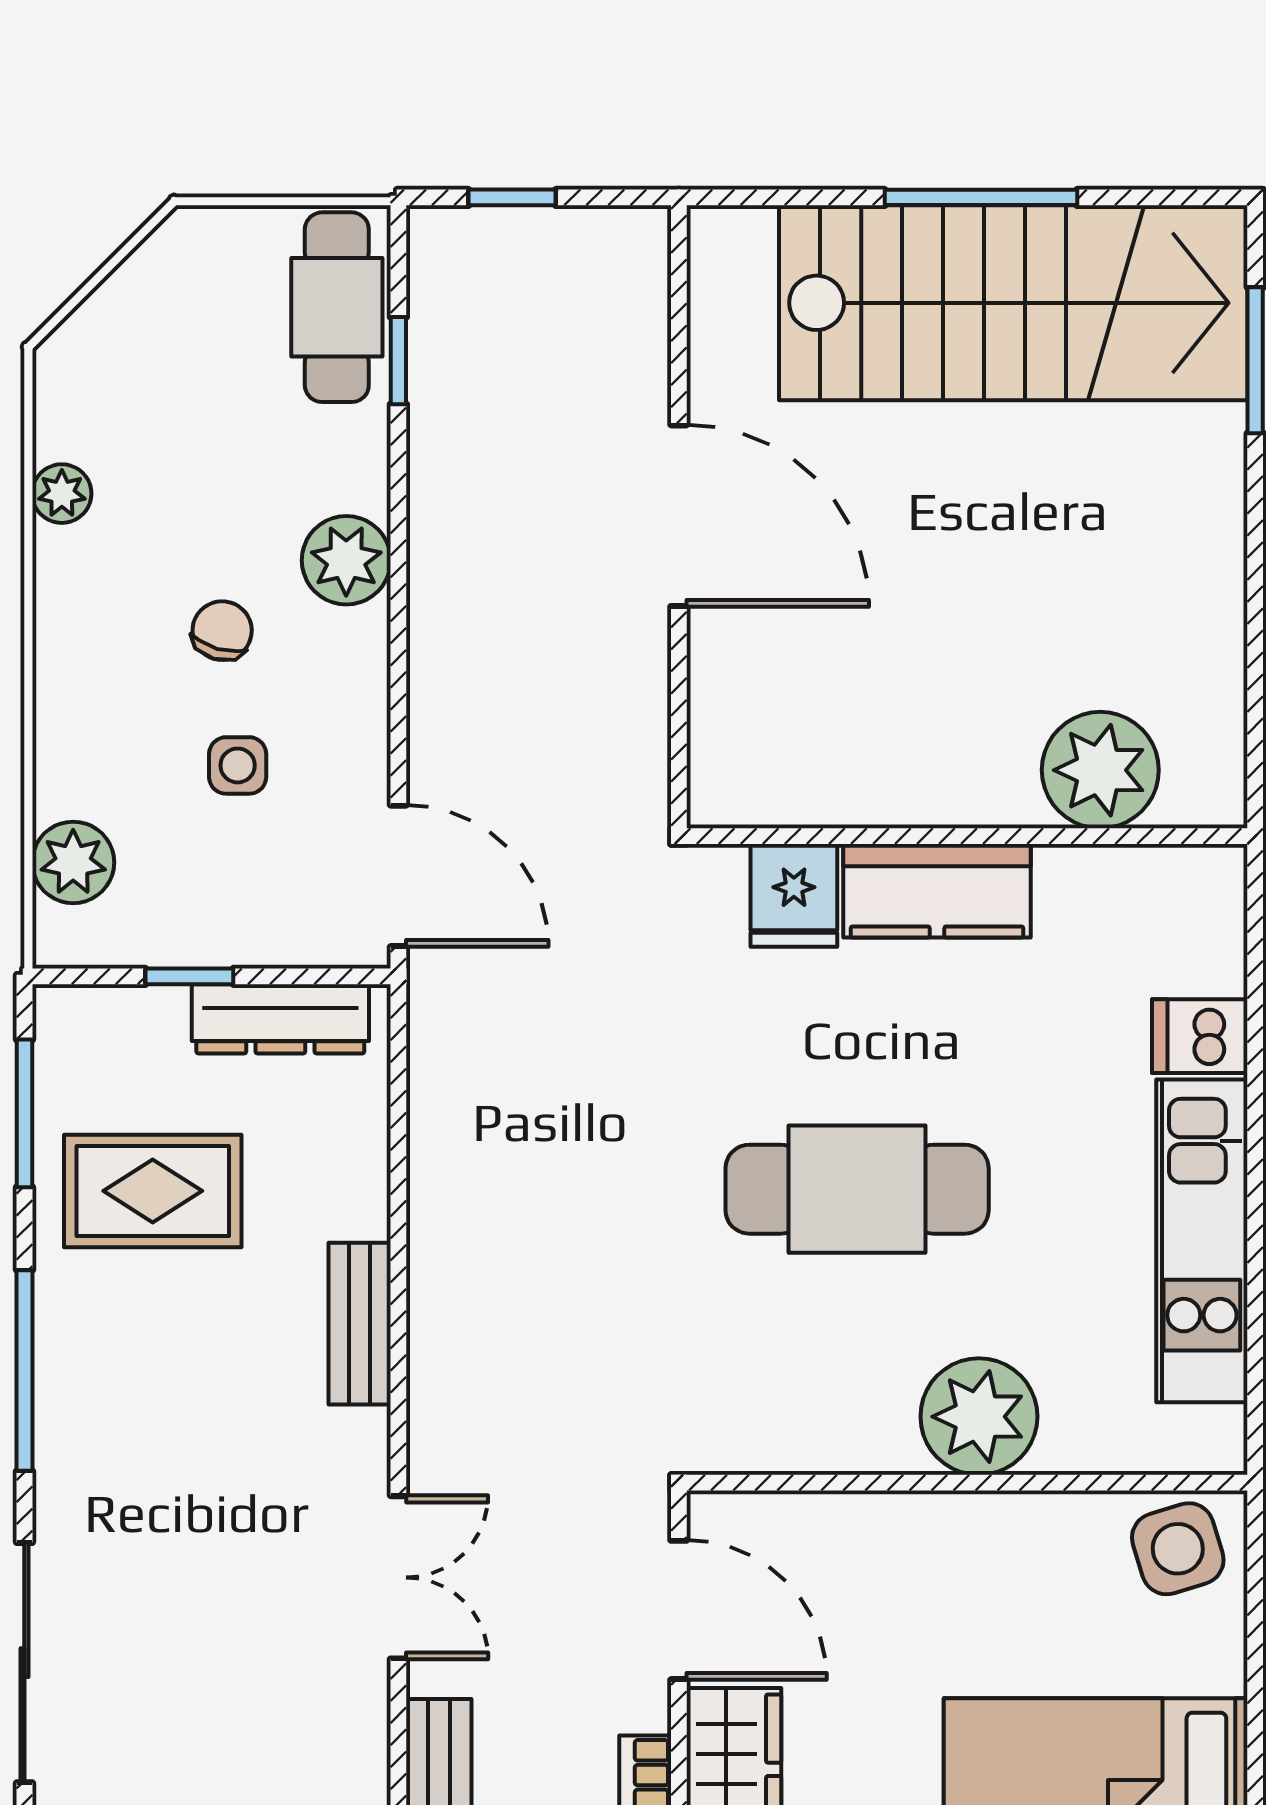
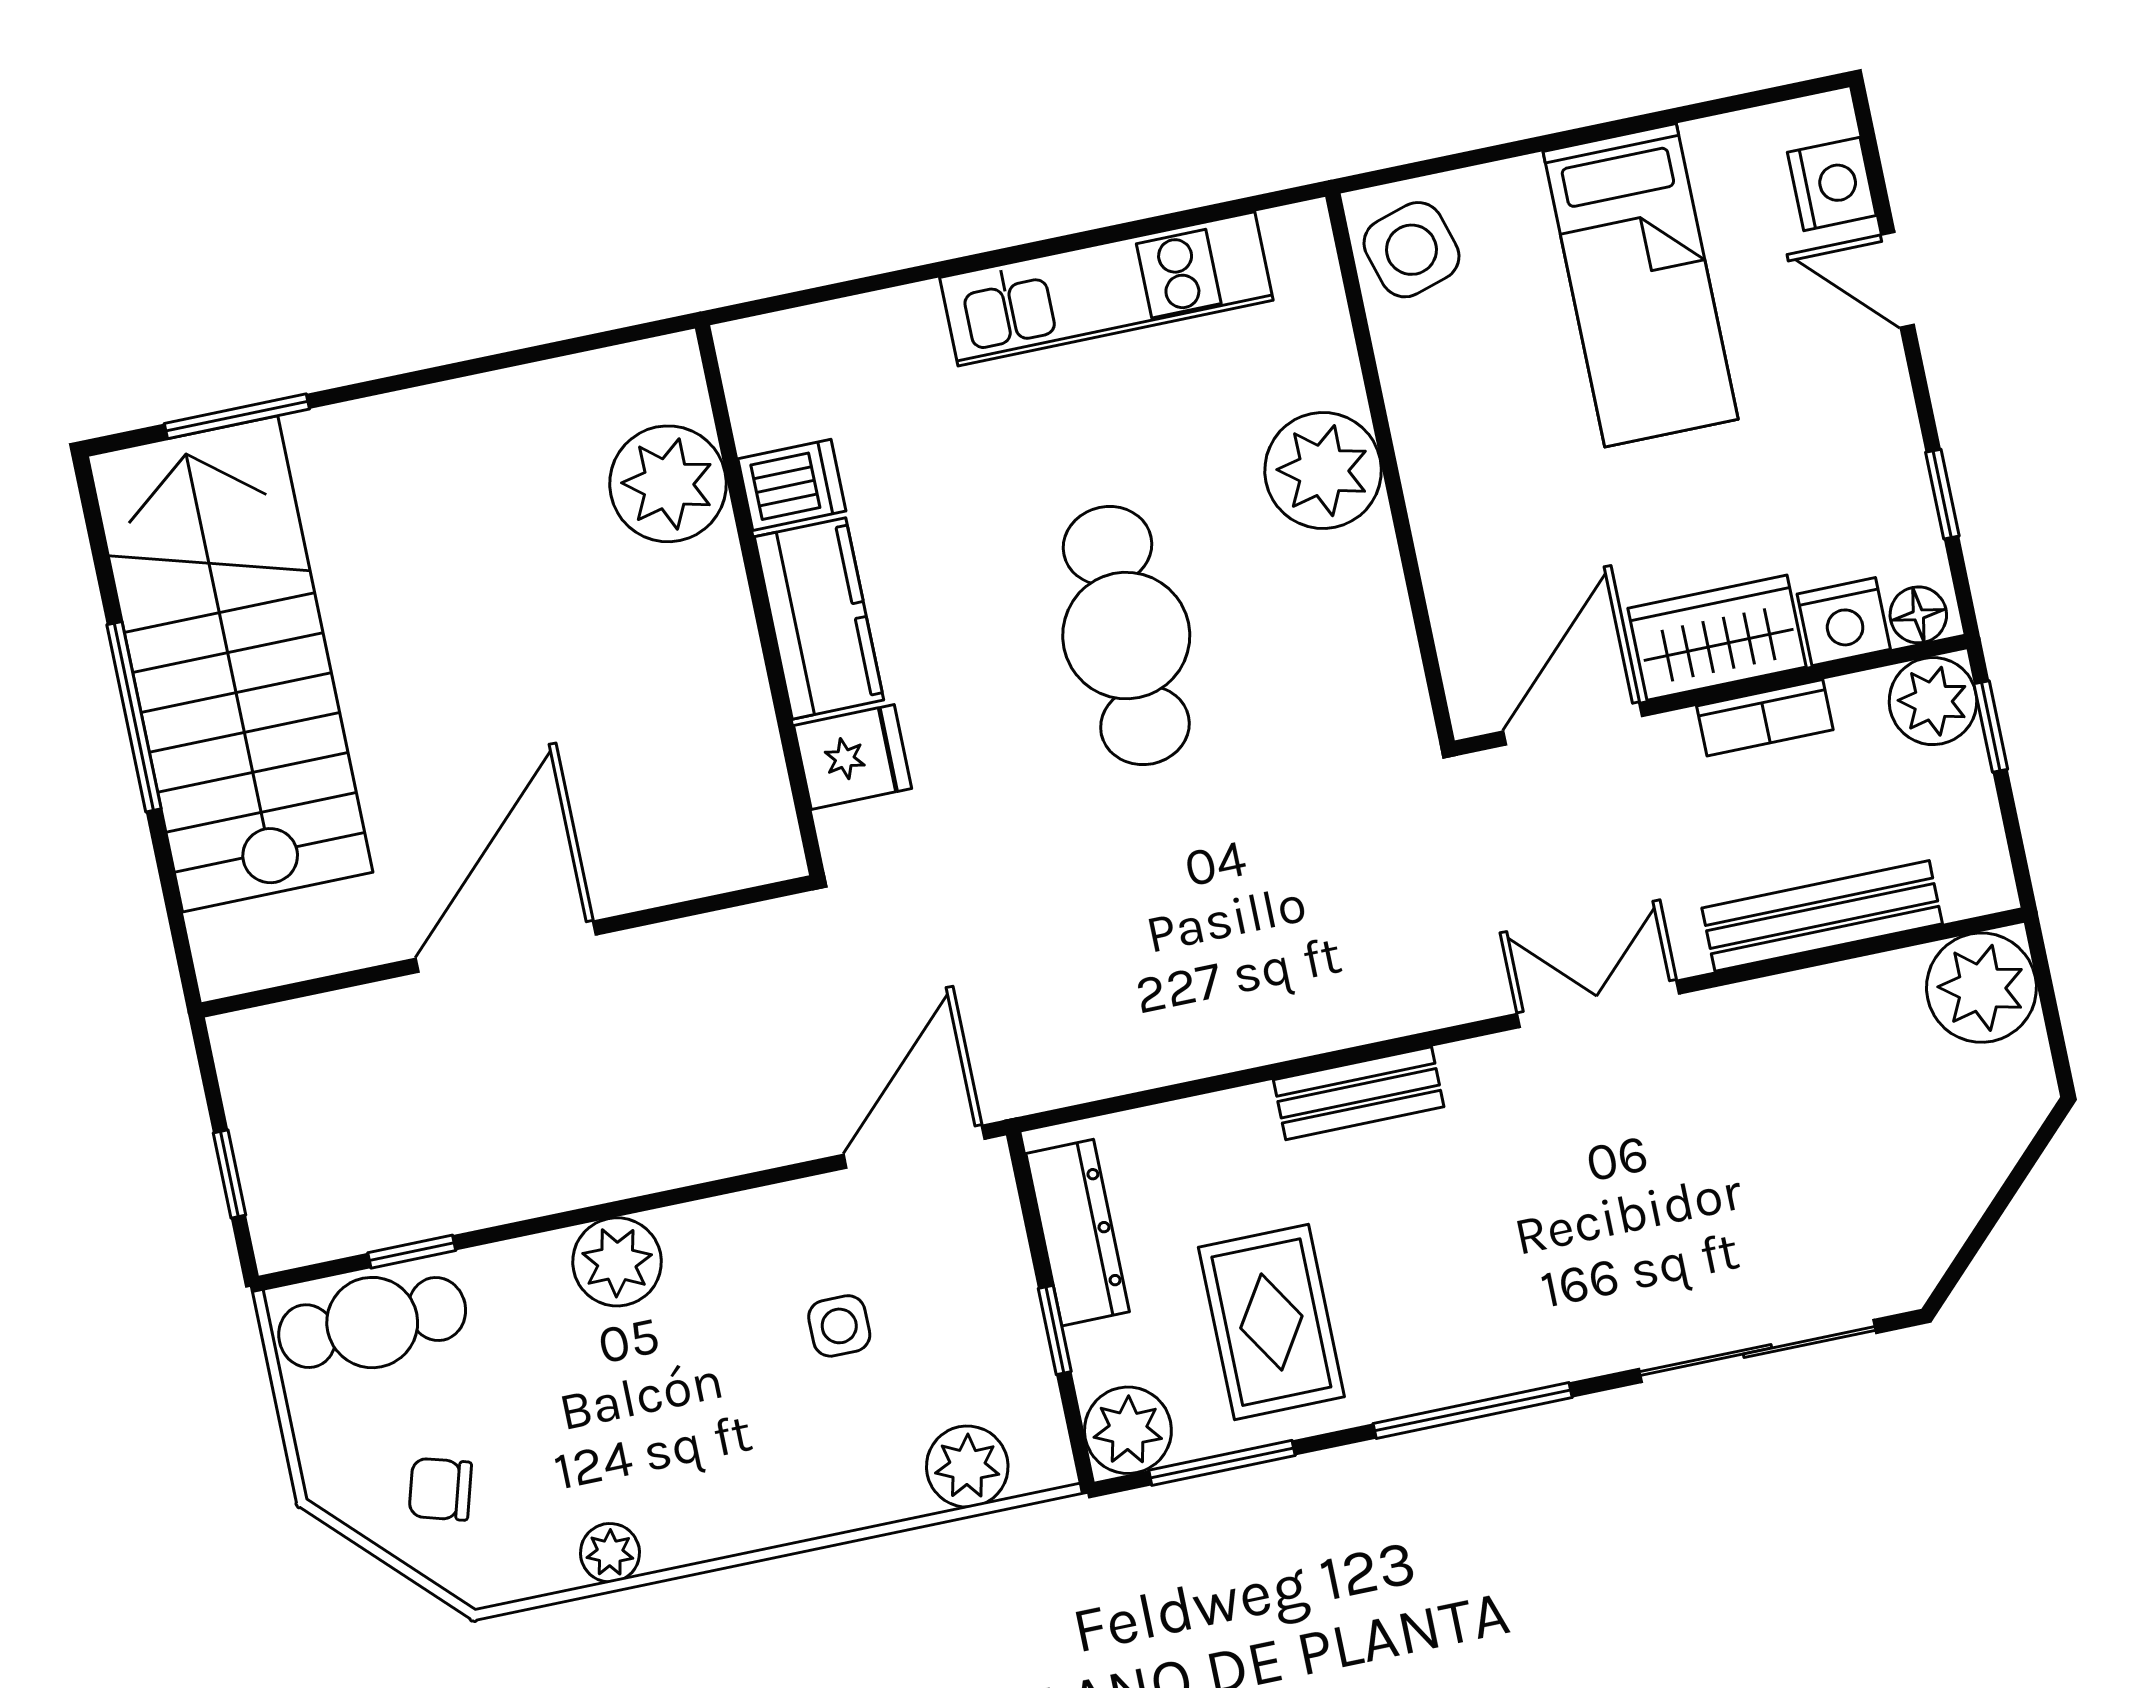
chair: (222, 631) -> (440, 1489), moved
plant: (76, 1028) -> (1128, 1430), added
dishwasher: (1200, 1036) -> (792, 485), moved, turned -90

